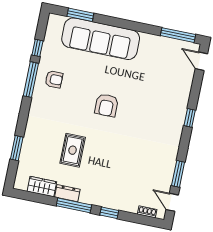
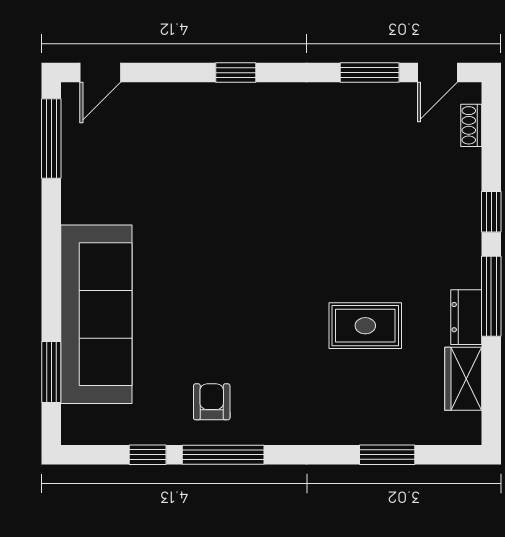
armchair: (106, 105) -> (246, 269), removed

